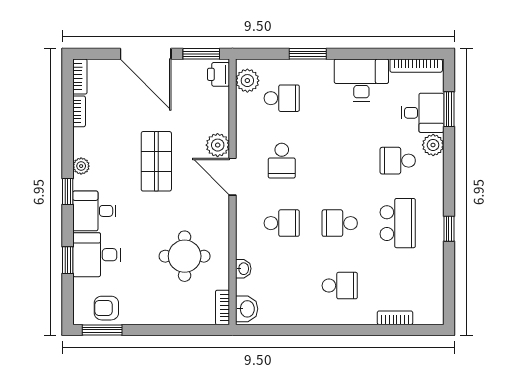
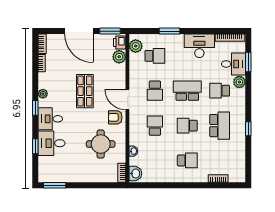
plant: (218, 145) -> (119, 57), moved
school desk: (340, 161) -> (187, 91), added
school desk: (282, 223) -> (155, 126), turned -90
armchair: (106, 308) -> (115, 117), moved

